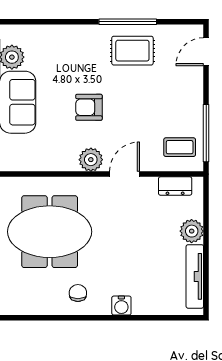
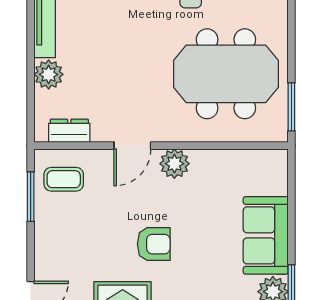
armchair: (89, 107) -> (154, 244), moved
window: (206, 133) -> (31, 197), width x0.69

